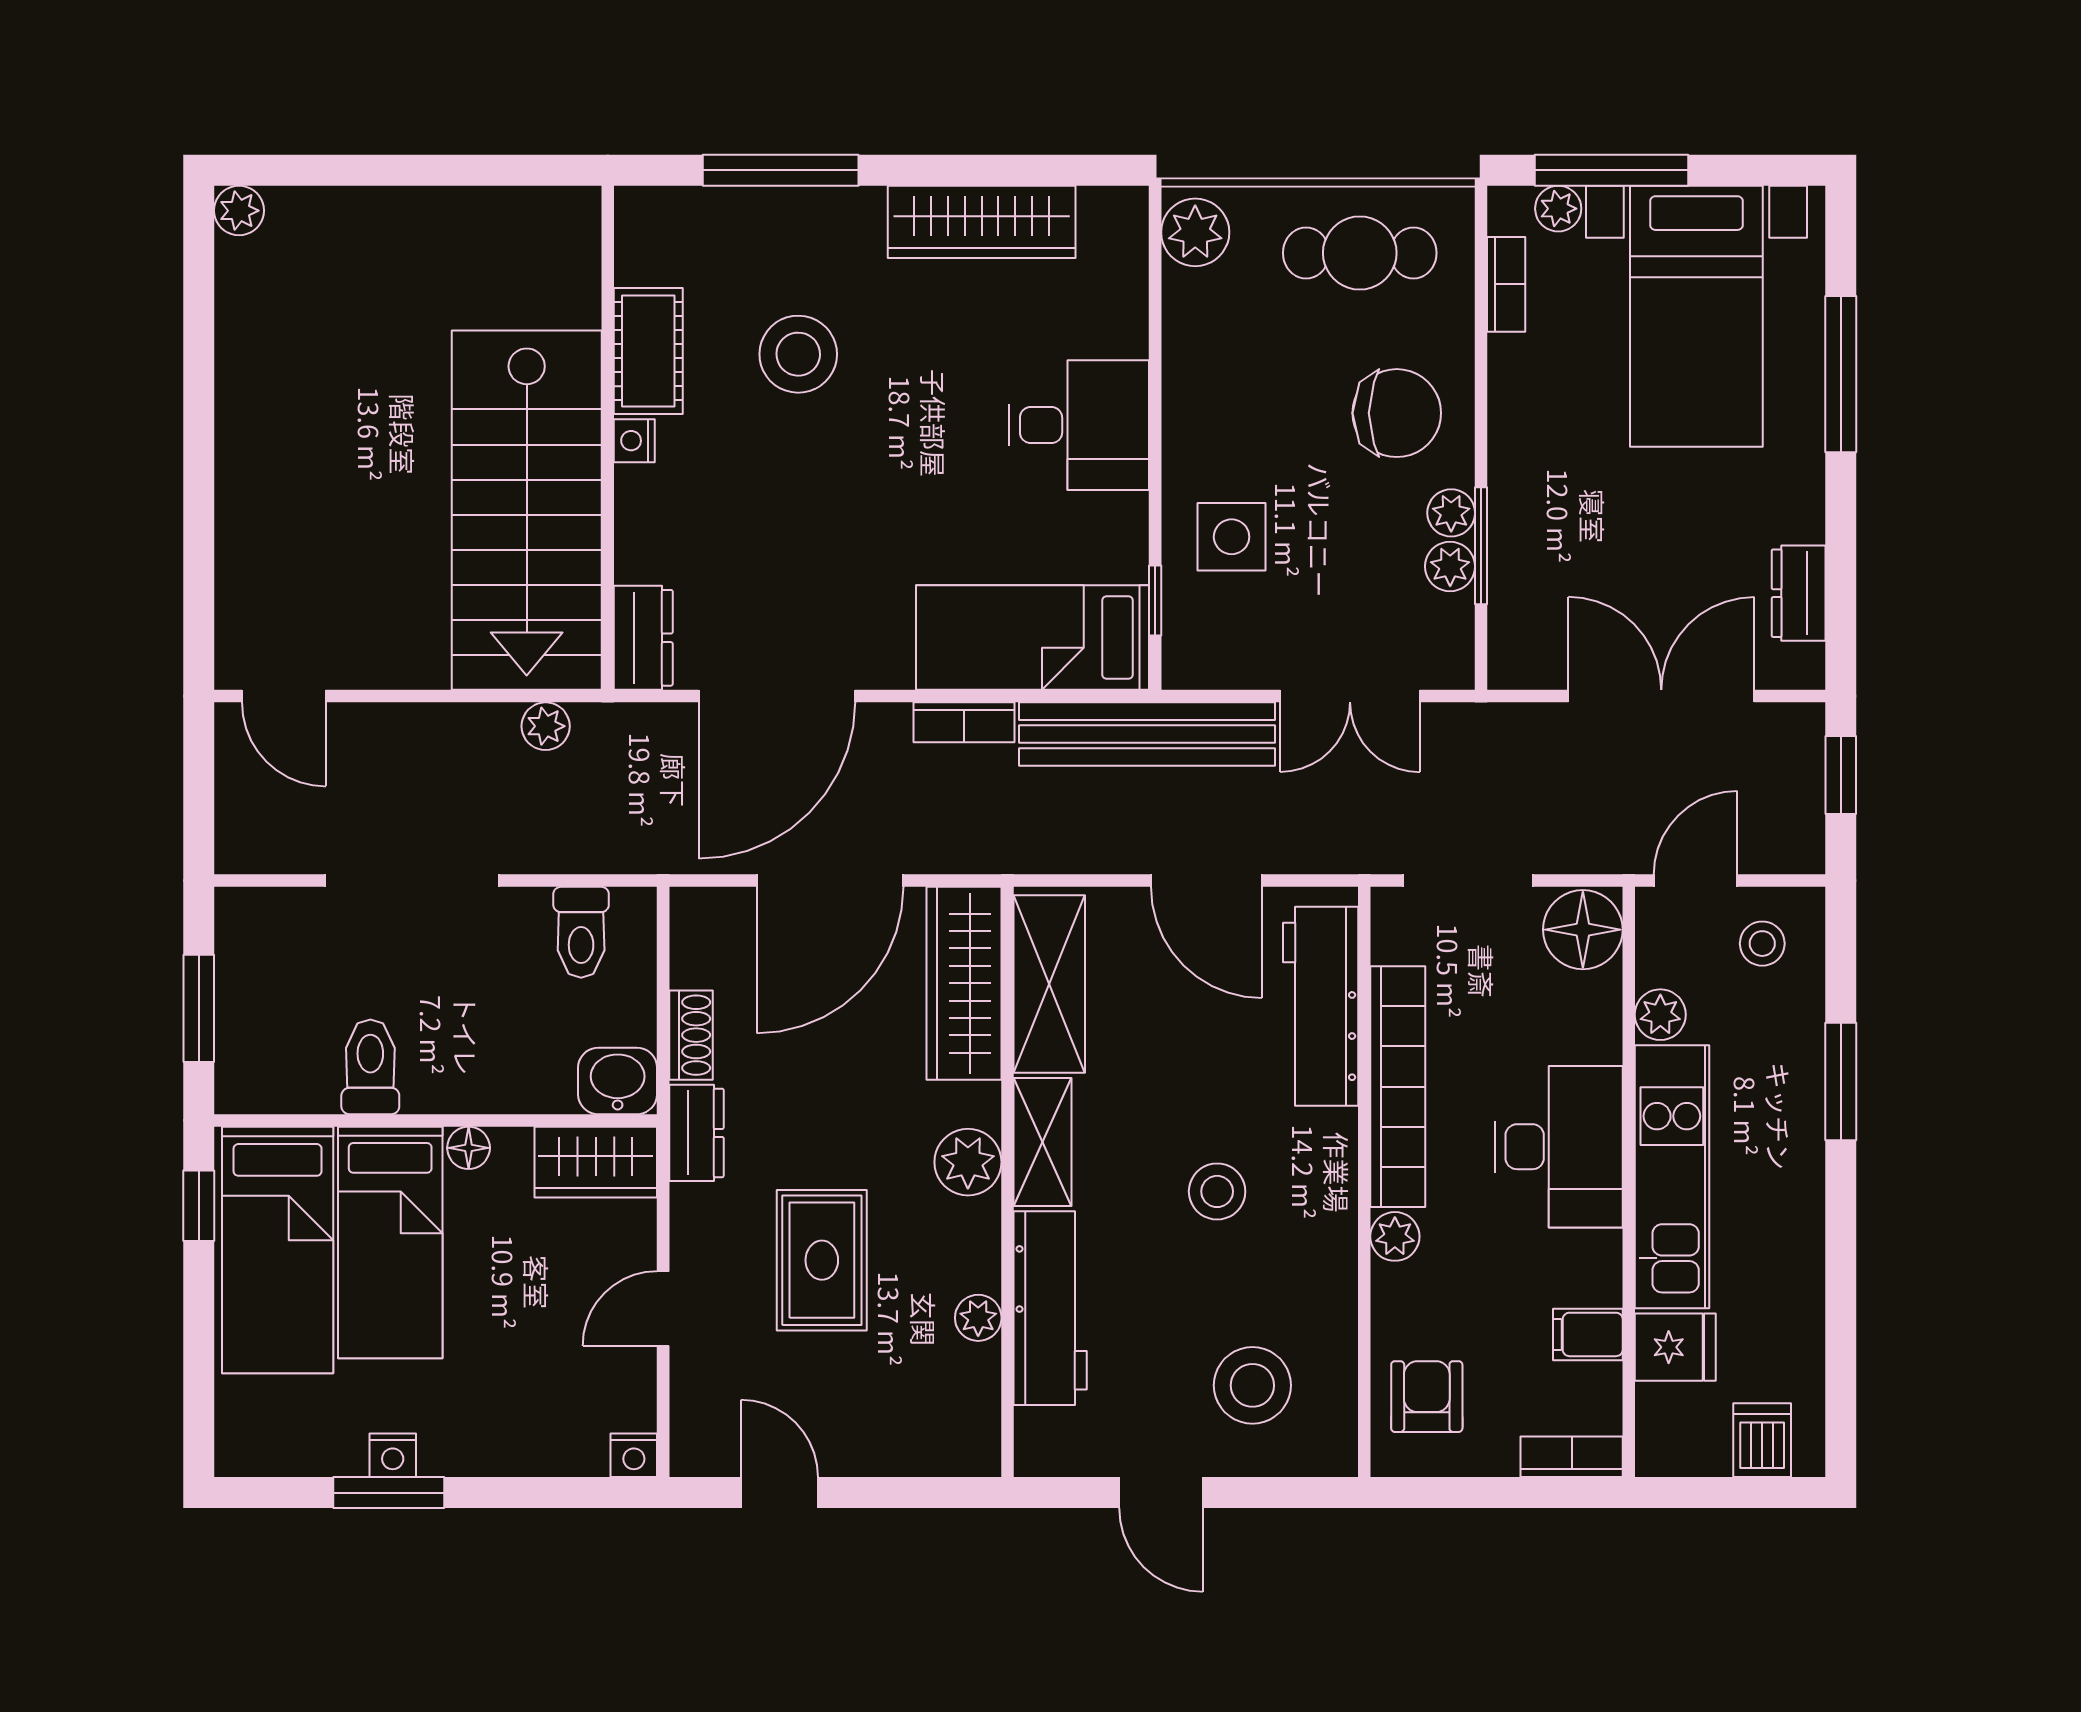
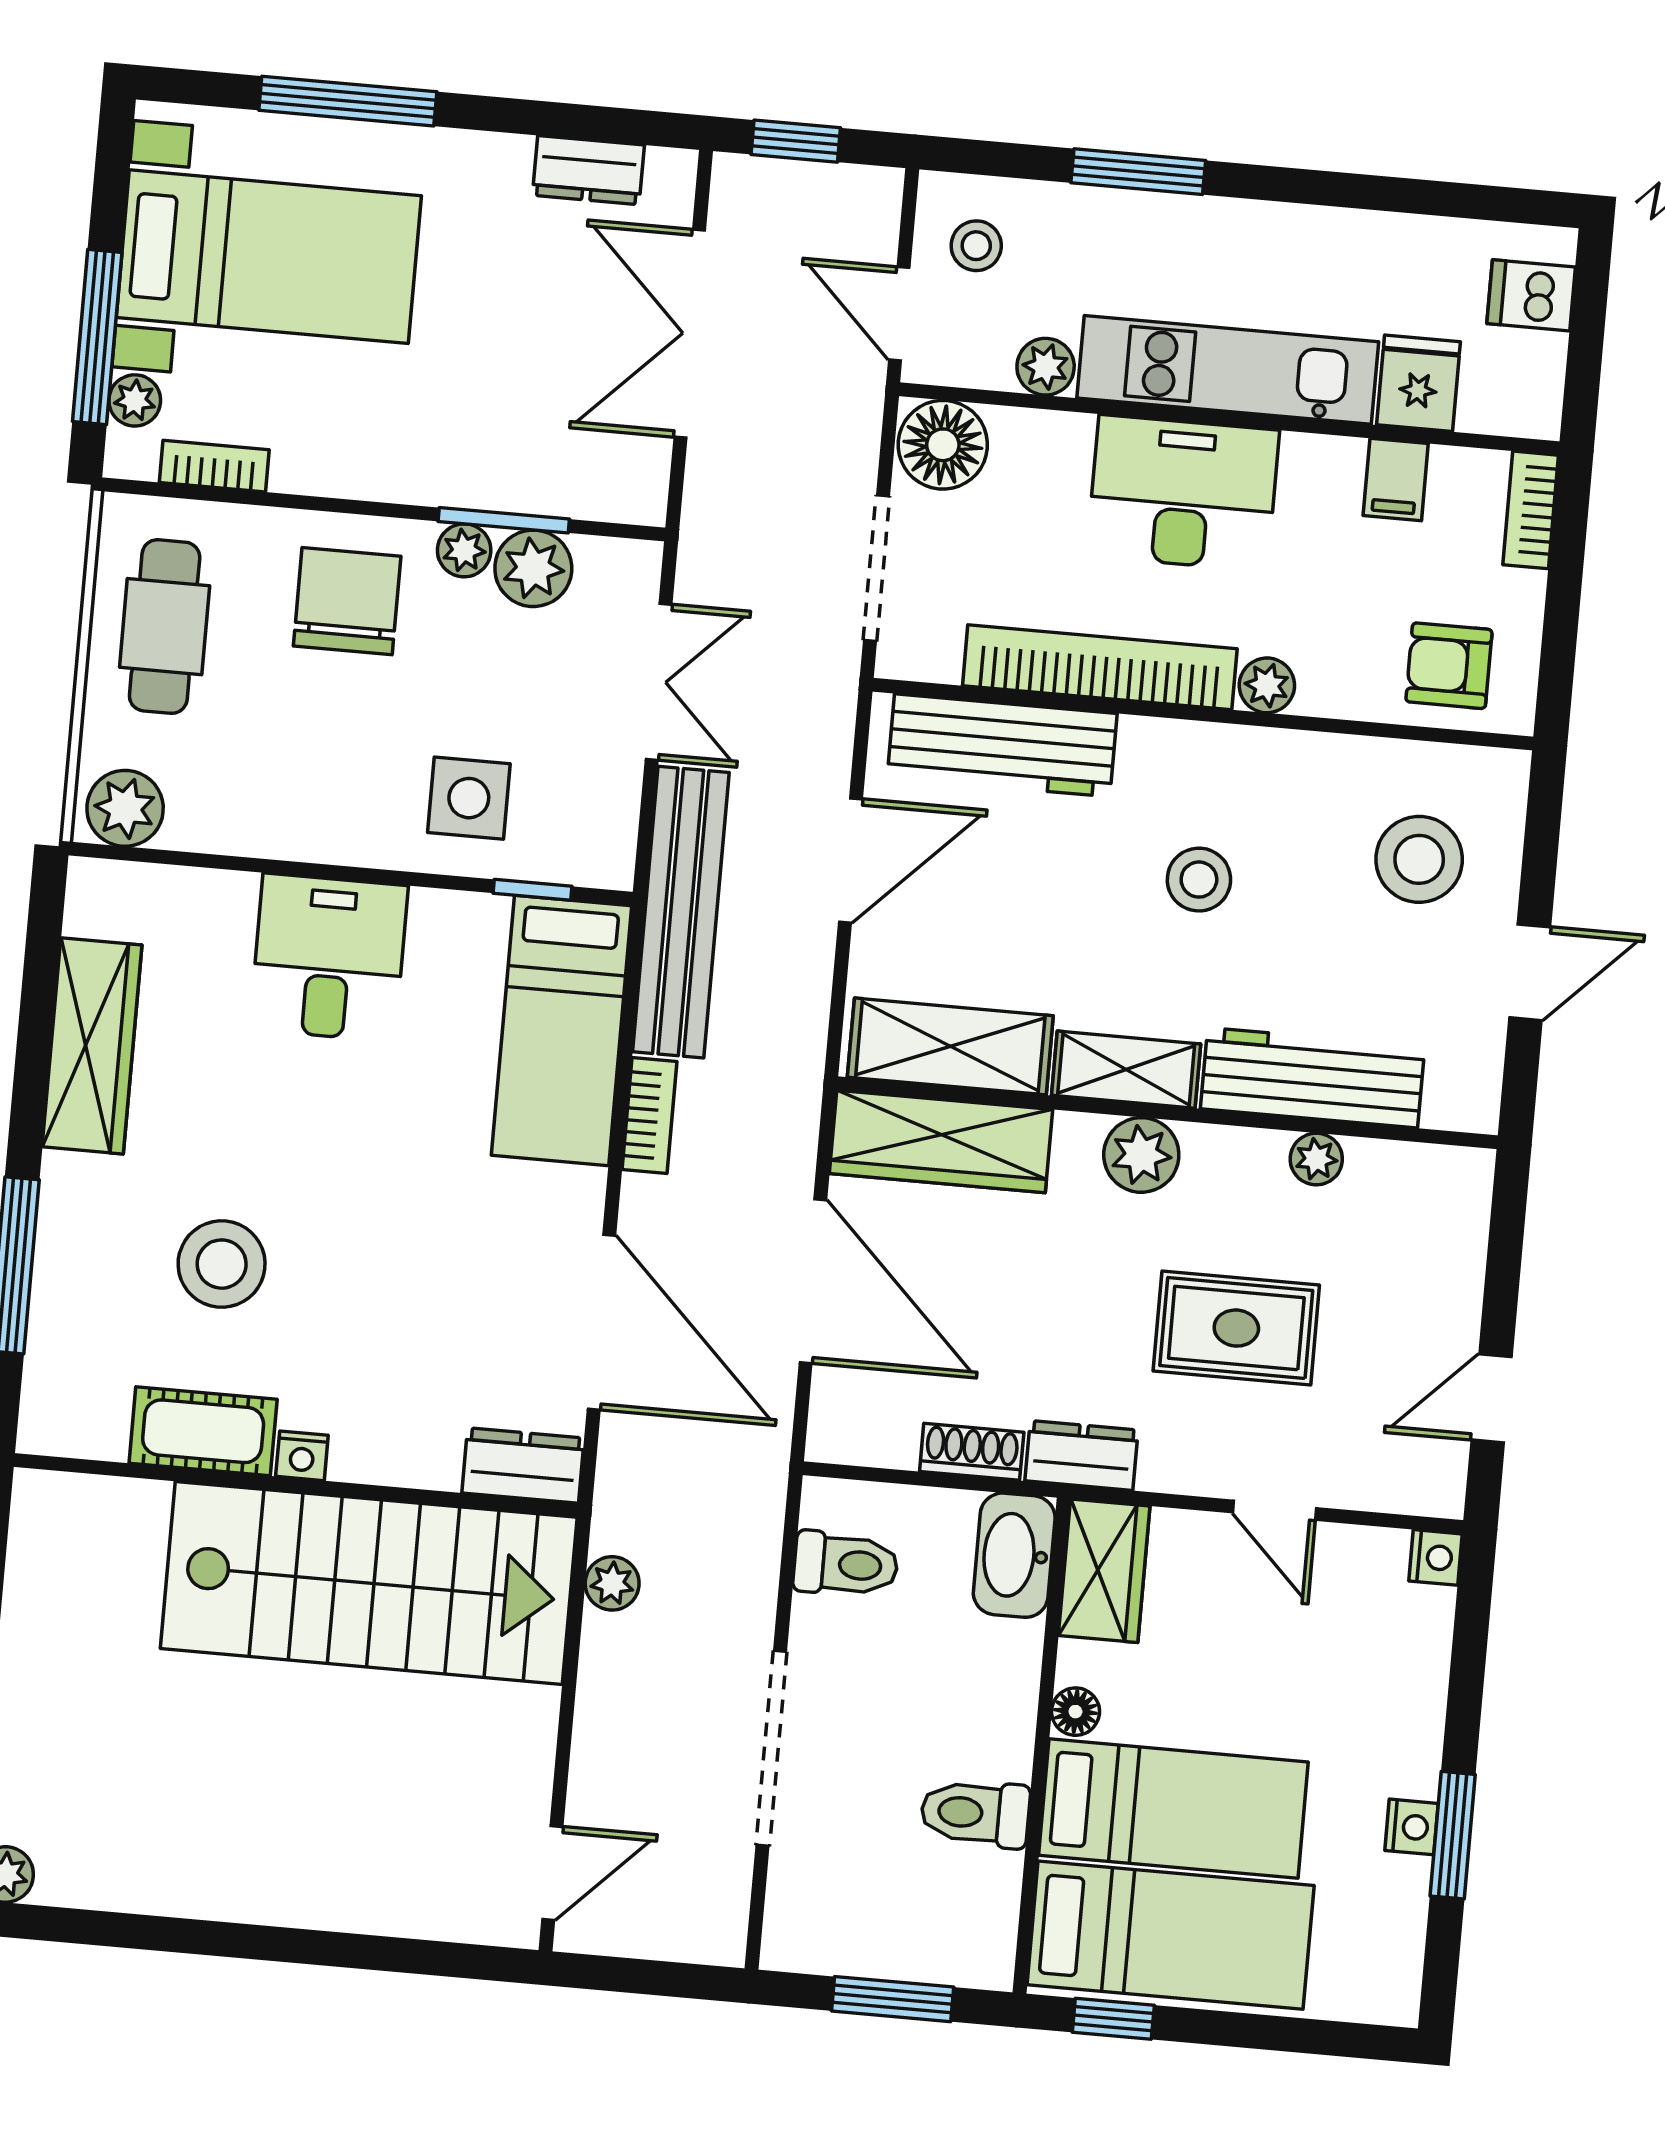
plant: (1450, 566) -> (533, 568), width x1.38, depth x1.38
washbasin: (618, 1081) -> (1014, 1555), width x1.38

